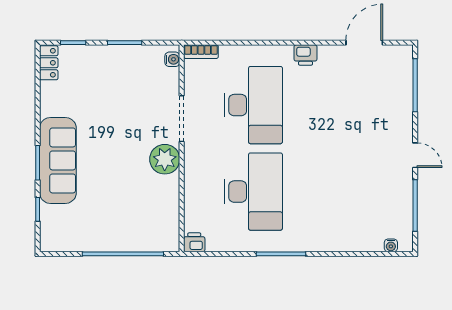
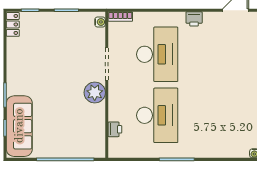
sofa: (58, 160) -> (19, 126), moved
printer: (194, 242) -> (115, 129), moved, turned 90

